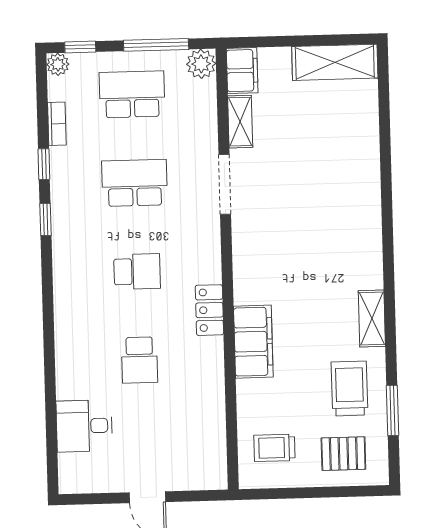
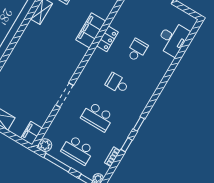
shelving: (240, 122) -> (44, 115), removed
locker: (209, 310) -> (107, 39), moved
desk: (84, 426) -> (173, 39), width x1.37

